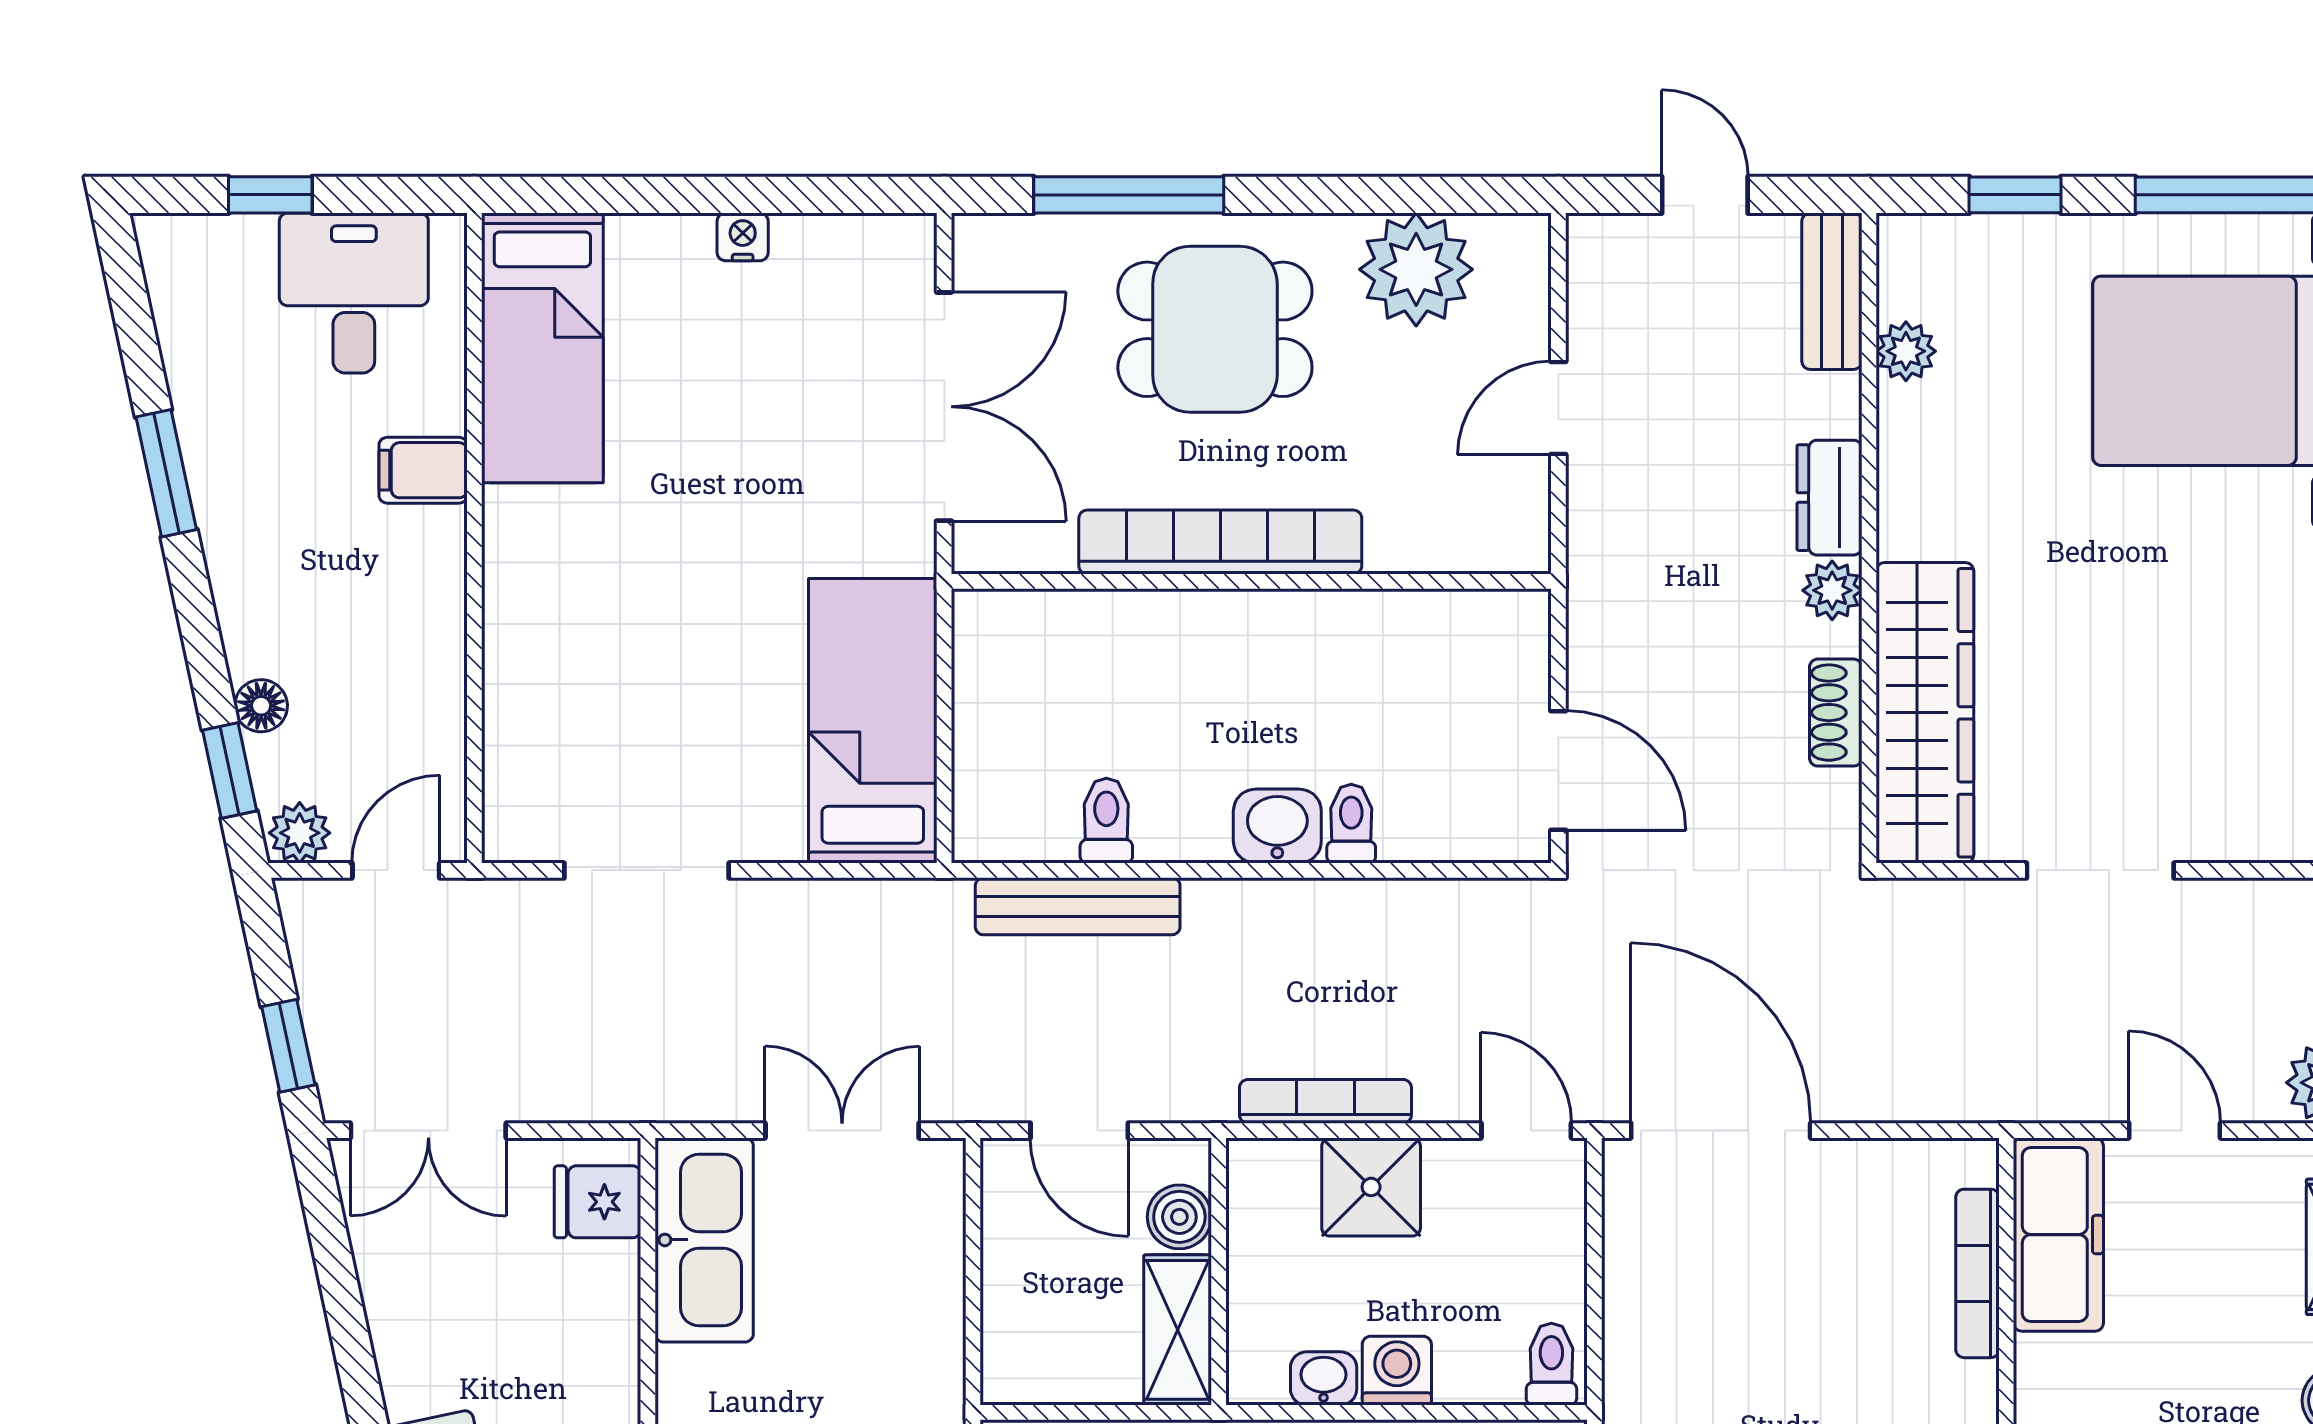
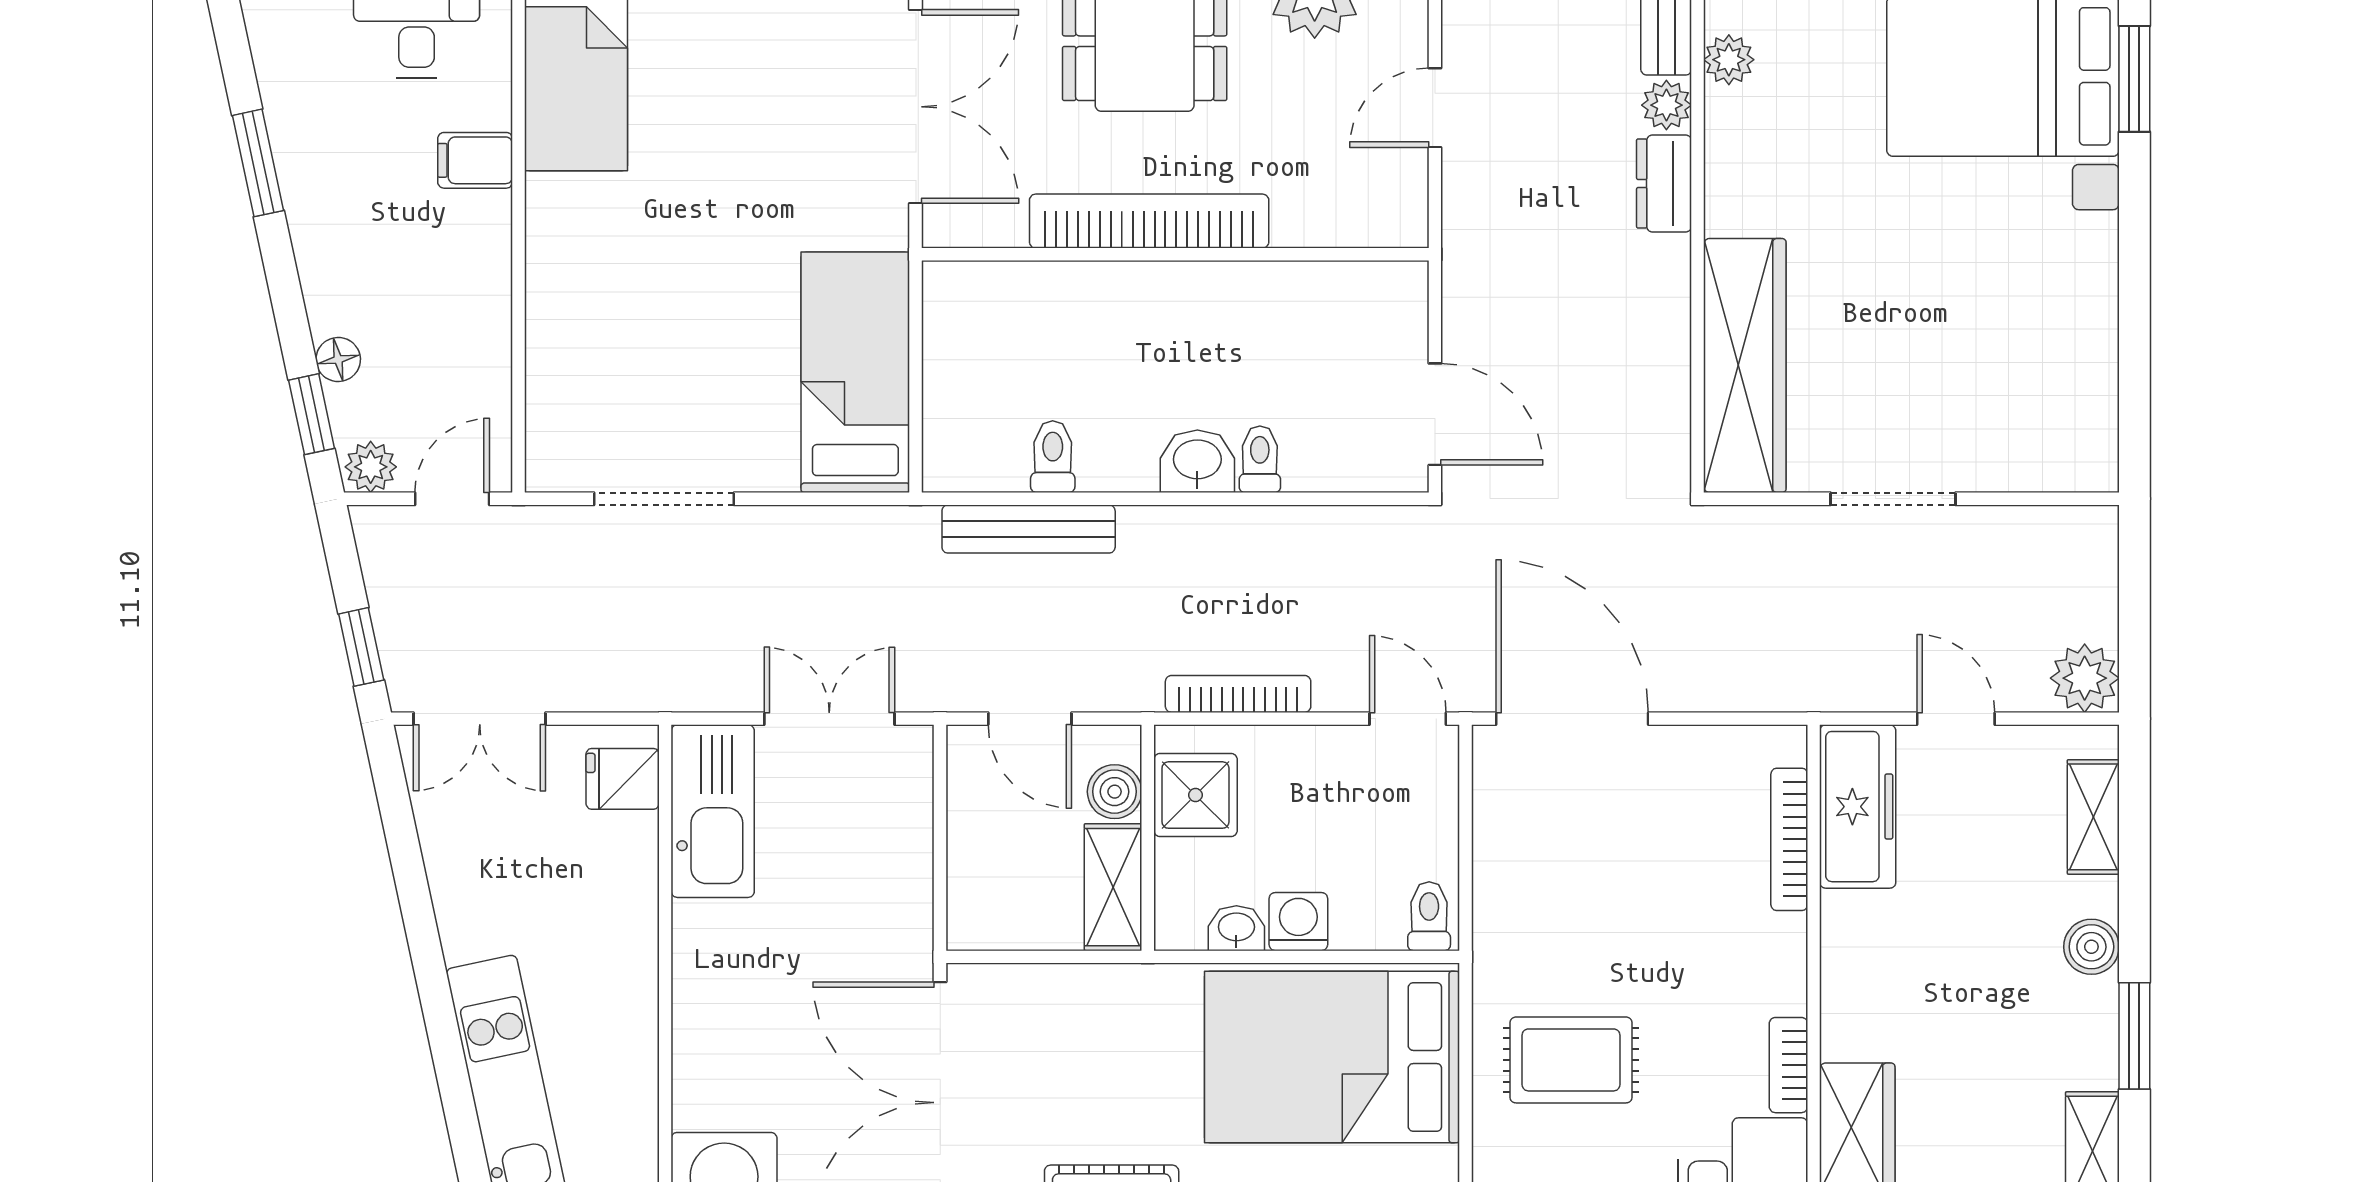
plant: (1832, 590) -> (1666, 105), moved
shoe rack: (1836, 713) -> (1669, 365), removed
shower: (1371, 1187) -> (1195, 795), moved

